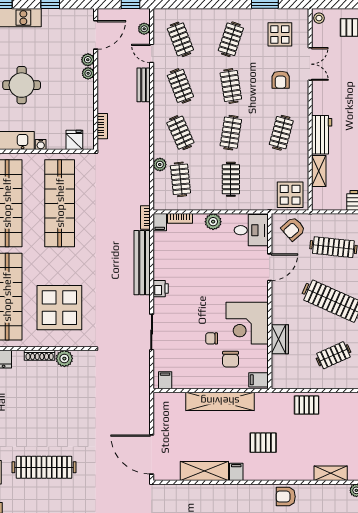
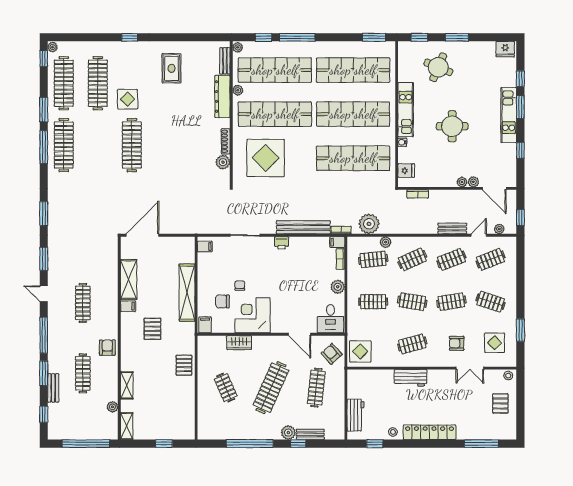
clothes rail: (281, 133) -> (412, 344), turned -30
shelving: (319, 171) -> (380, 375), removed
plant: (138, 184) -> (369, 224), added

